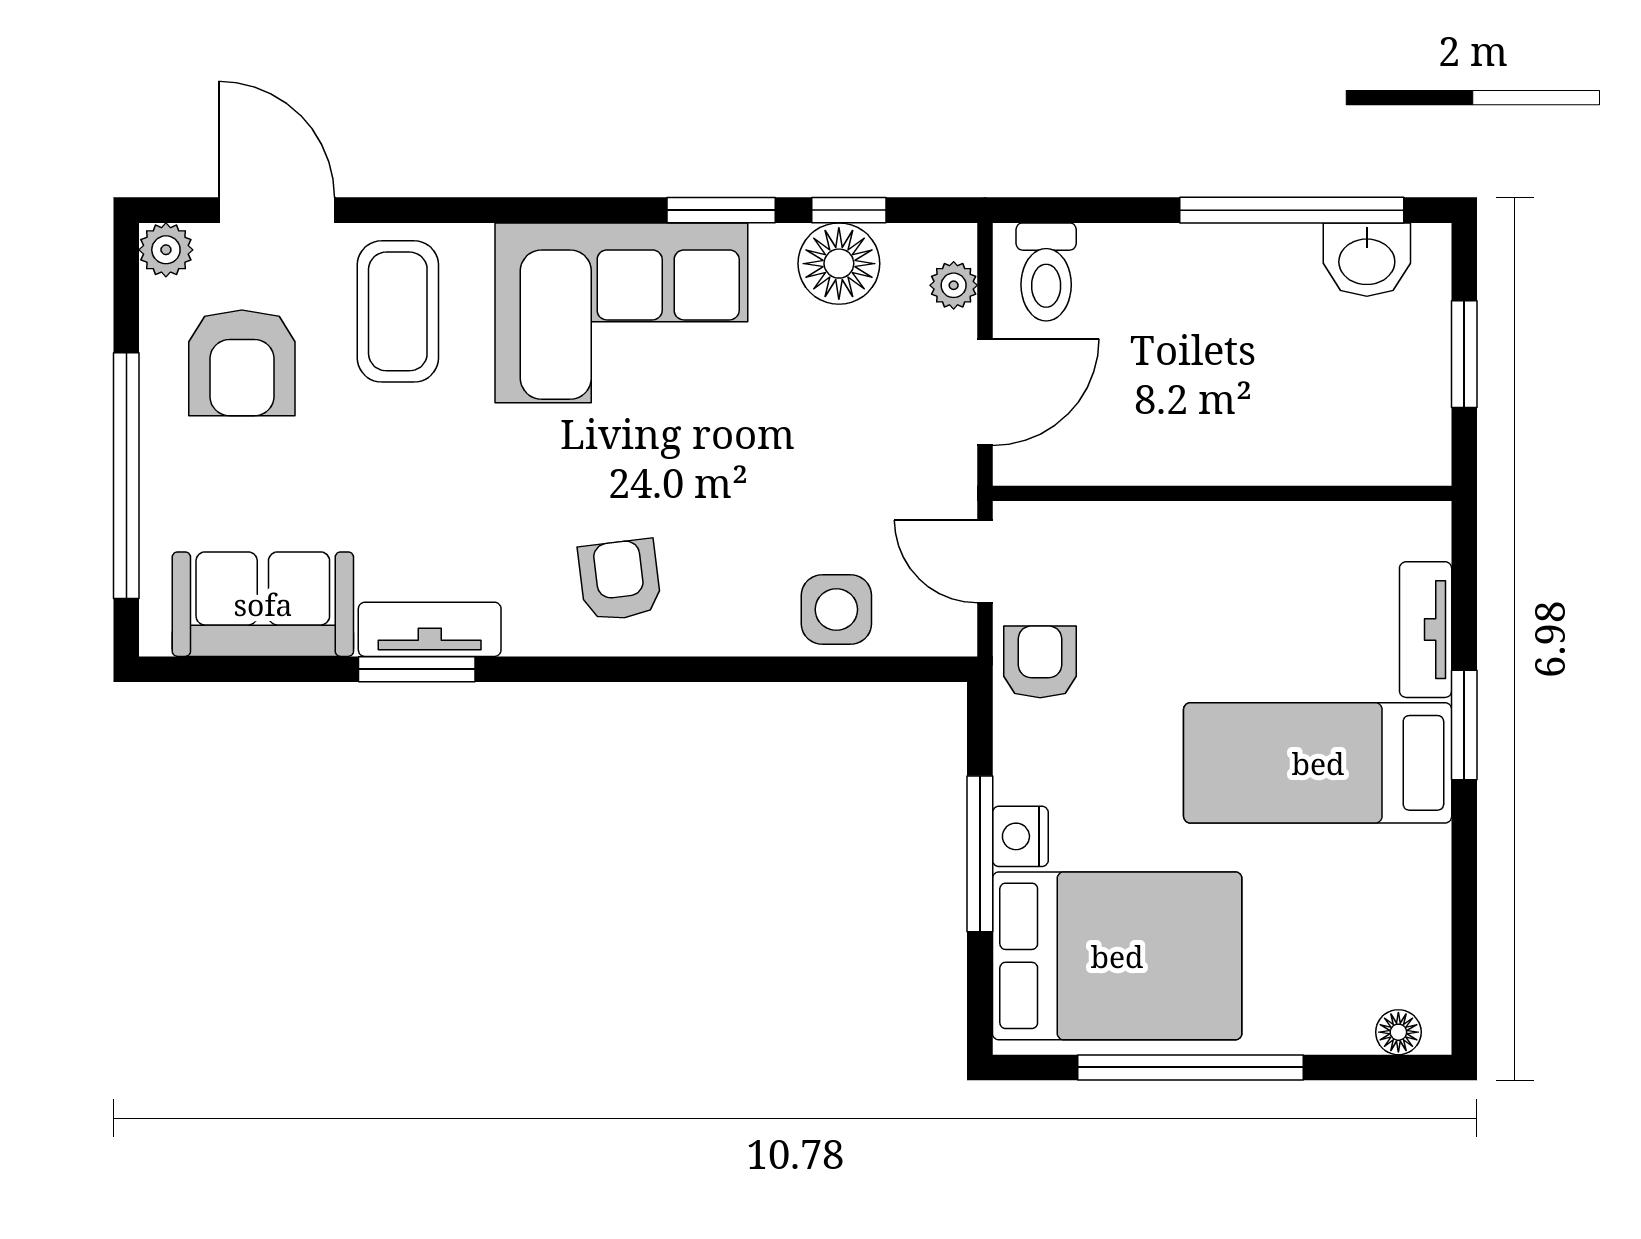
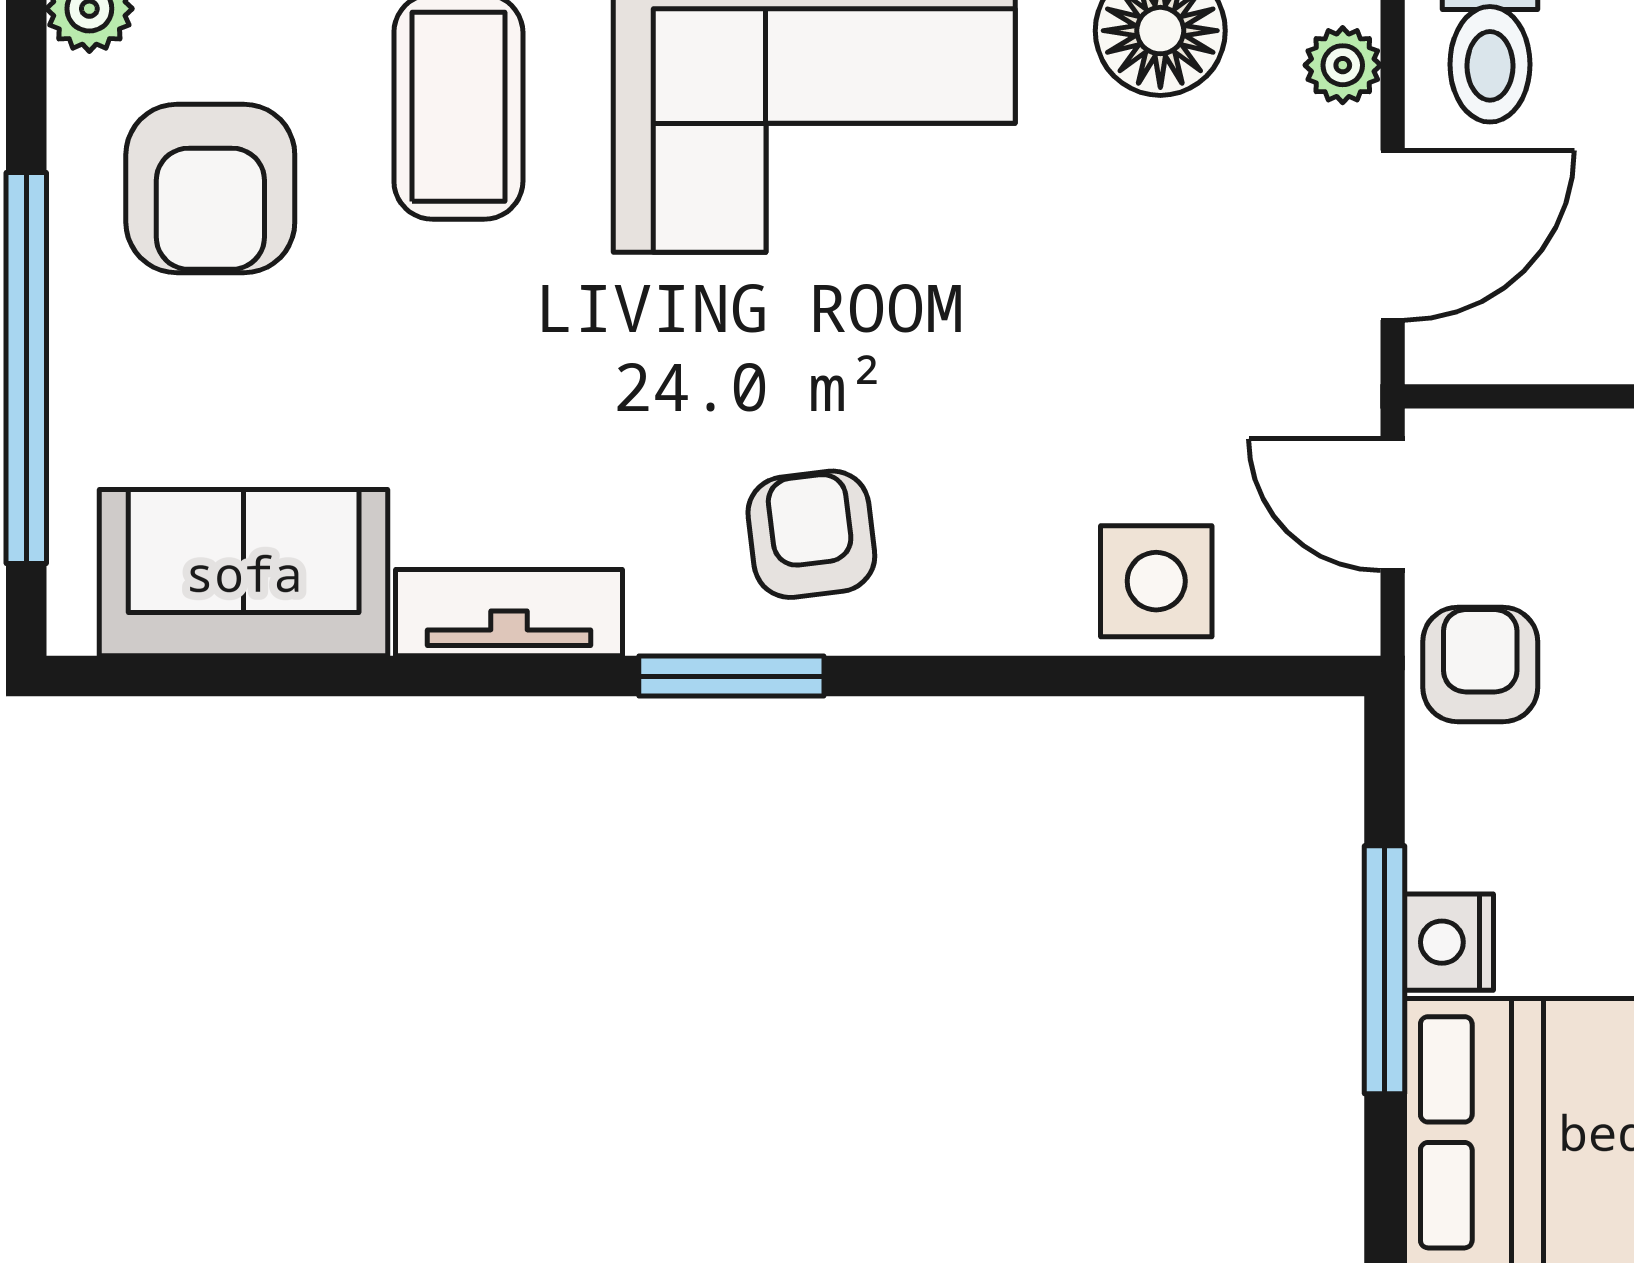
window: (417, 669) -> (731, 676), moved

